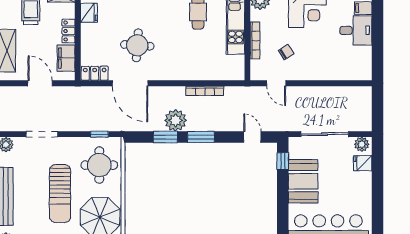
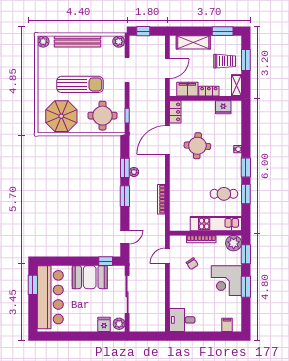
desk: (356, 30) -> (182, 320), moved, turned 90
plant: (176, 120) -> (134, 172), width x0.53, depth x0.53
sun lounger: (60, 194) -> (80, 84), turned 180

